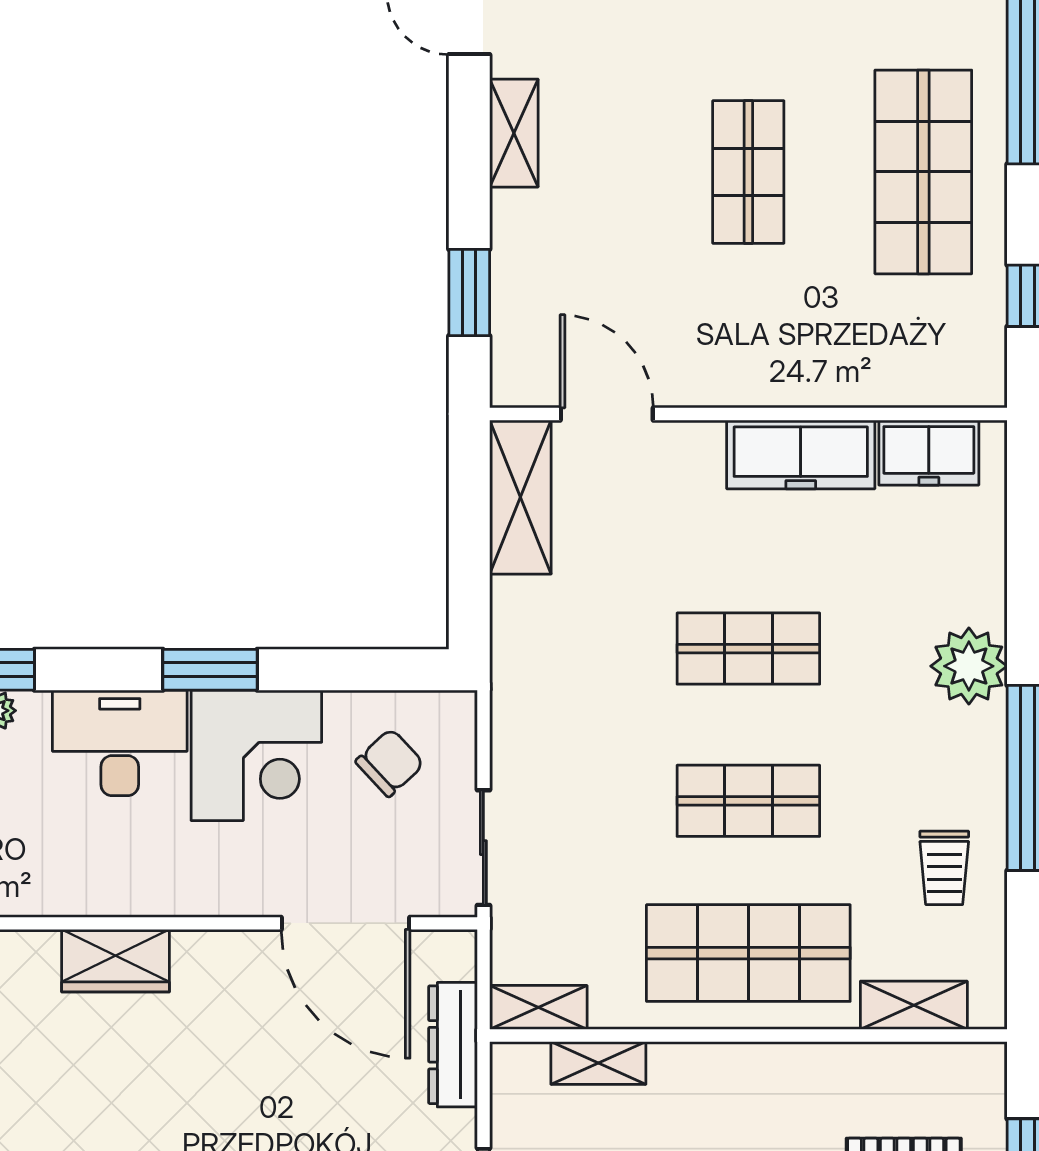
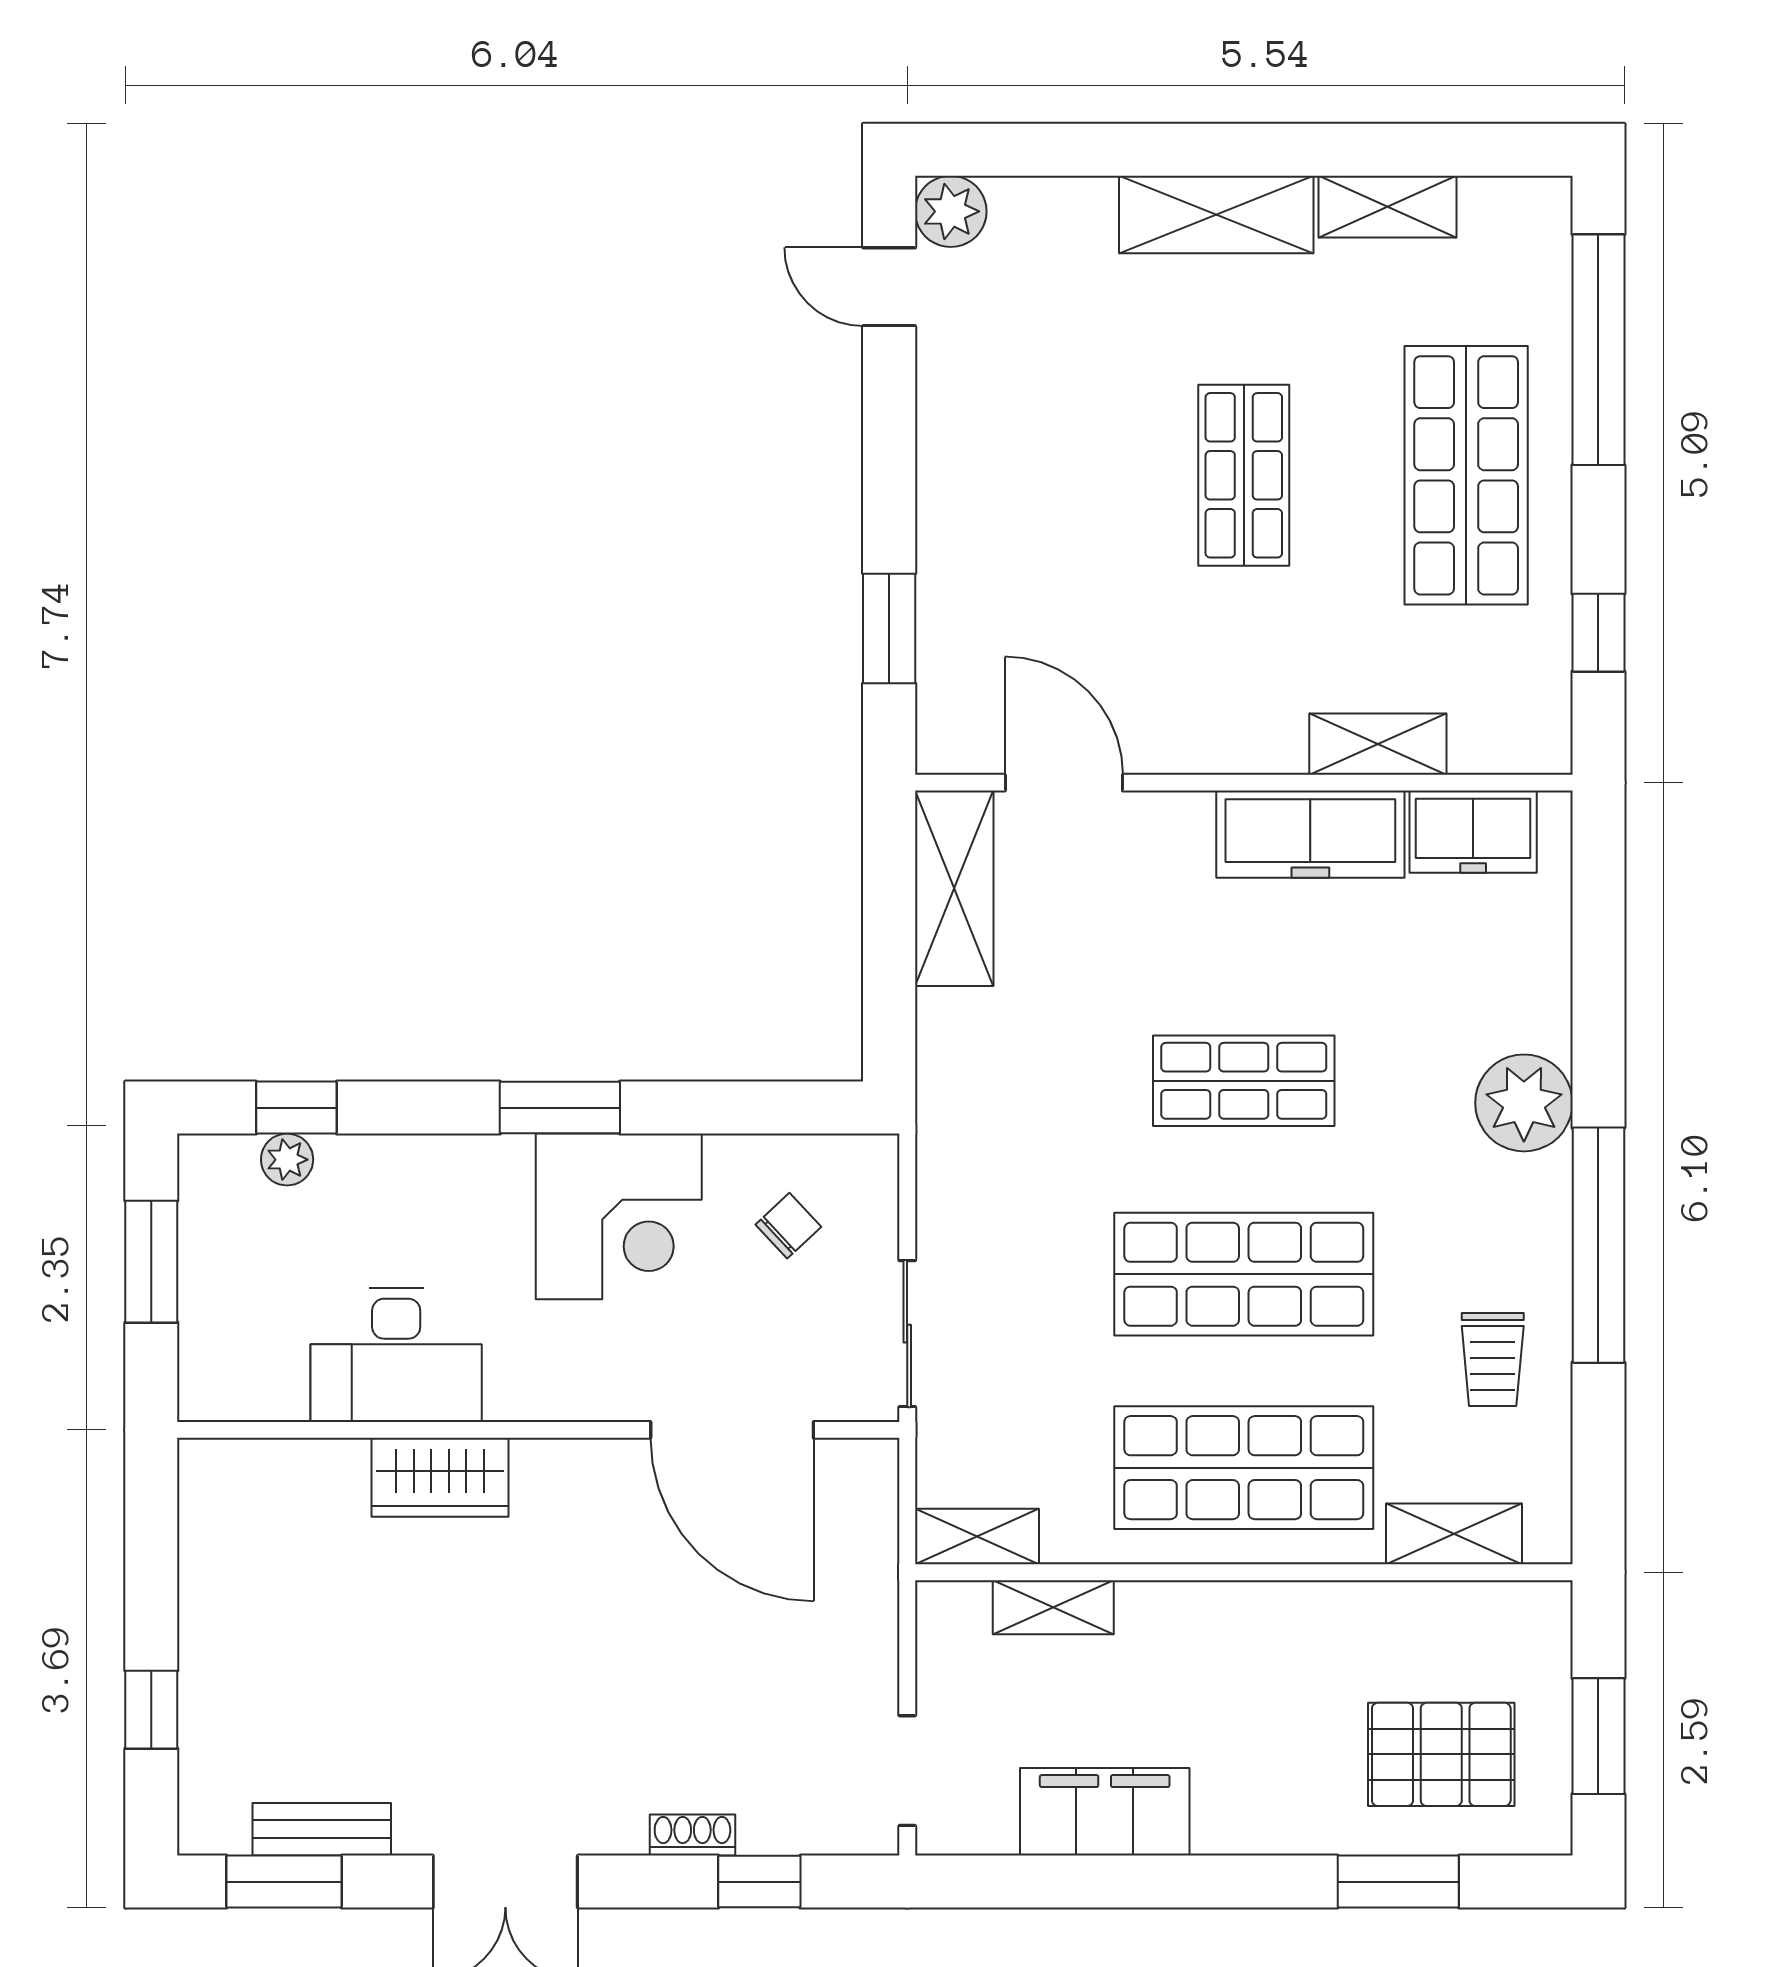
shelving: (514, 133) -> (1378, 744), moved, turned 90
desk: (120, 743) -> (396, 1355), moved, turned 180
chair: (390, 763) -> (788, 1226), width x0.73, depth x0.73
shop shelf: (748, 801) -> (1244, 1274), width x1.43, depth x1.36
dresser: (453, 1045) -> (869, 1584), removed

